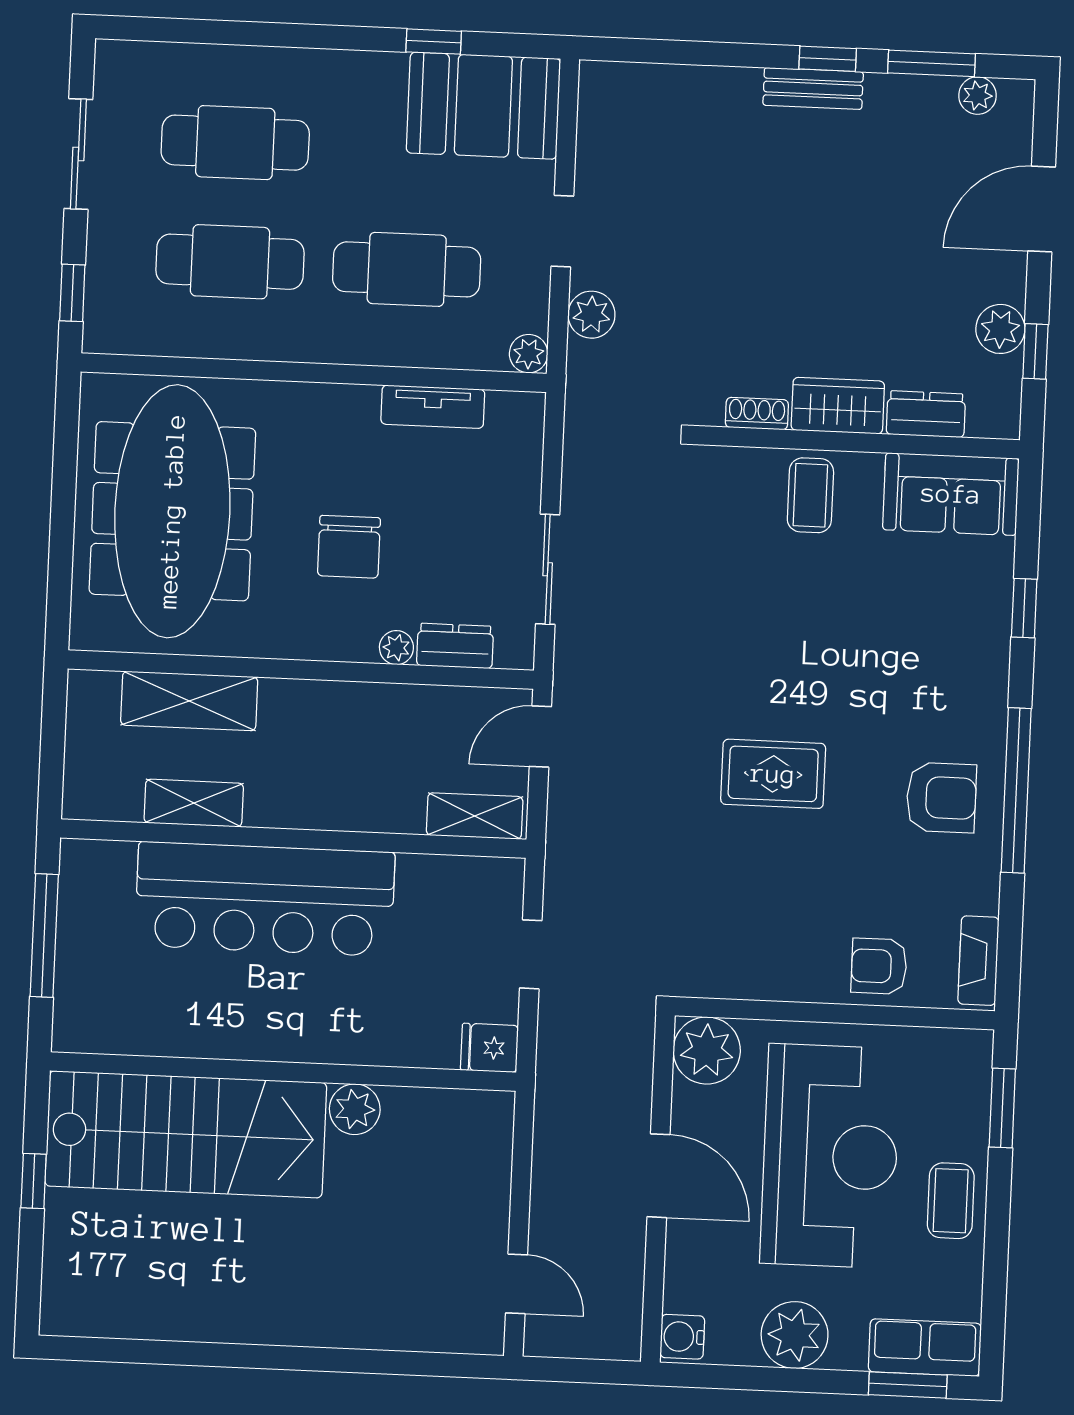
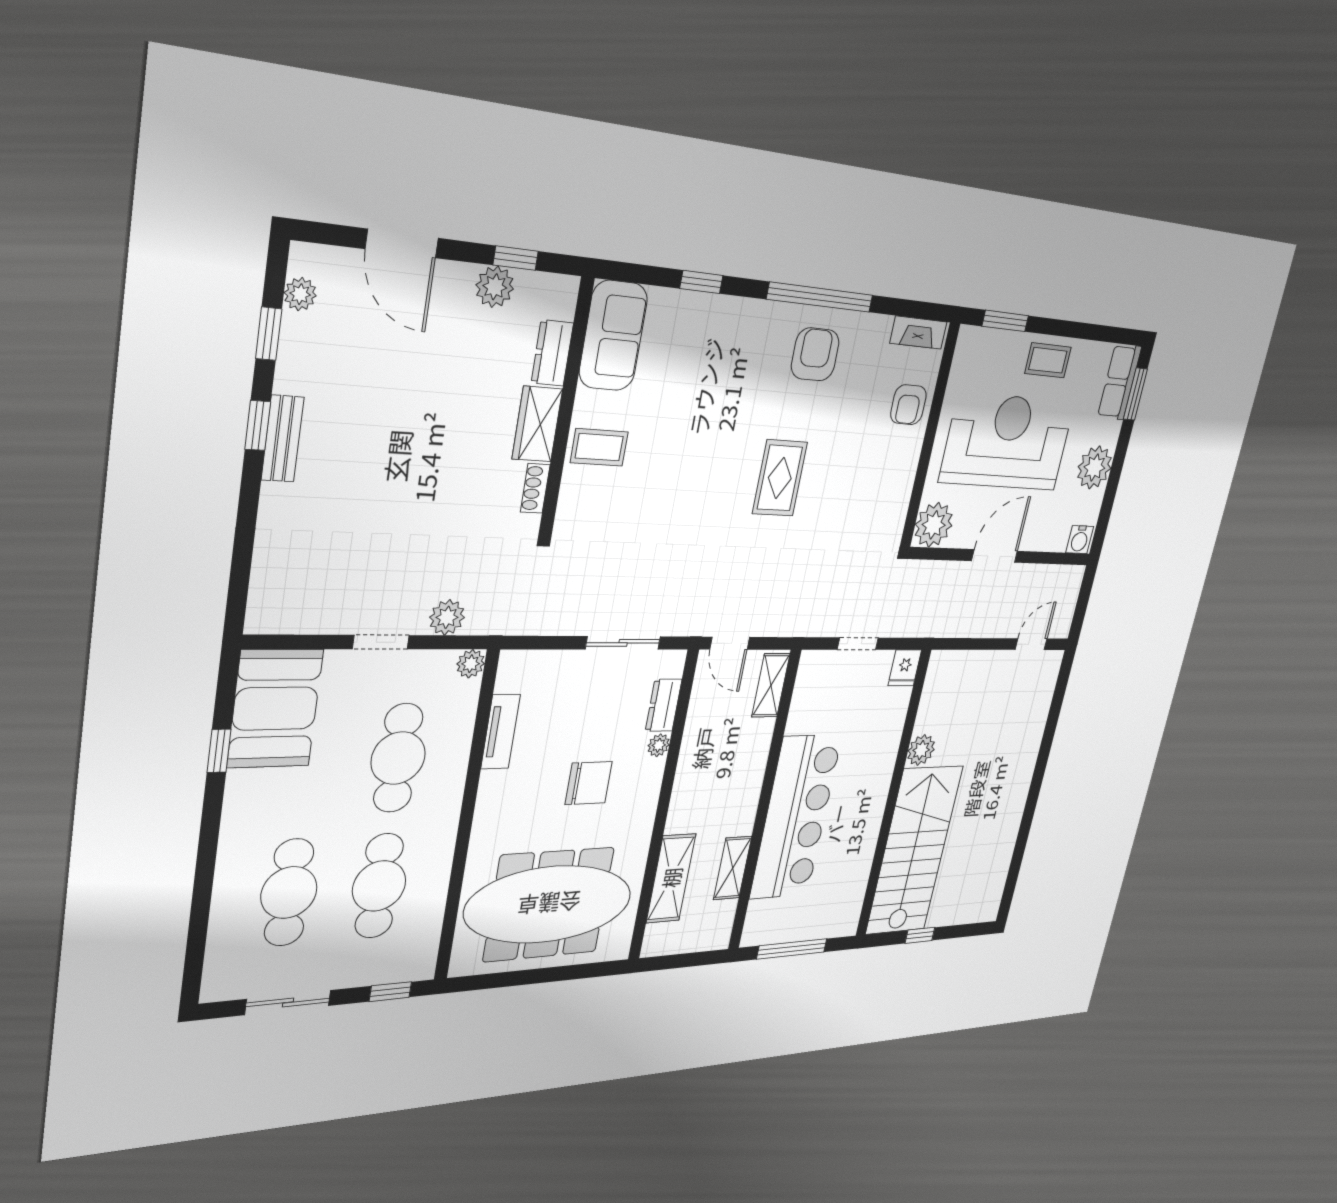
window: (932, 63) -> (269, 334), width x0.67

